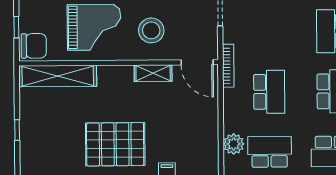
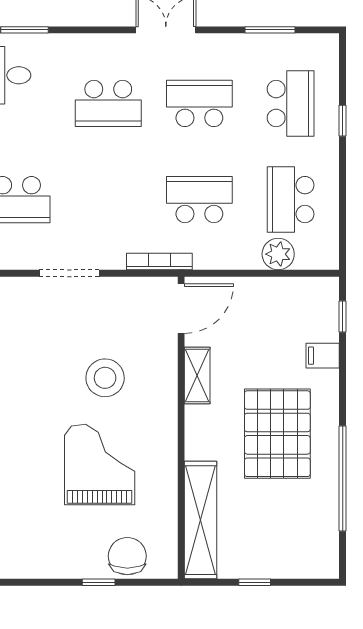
door: (197, 62) -> (181, 309), moved
wall: (119, 63) -> (181, 428), moved
shelving: (153, 73) -> (197, 375), moved
shelving: (58, 76) -> (200, 520), moved

